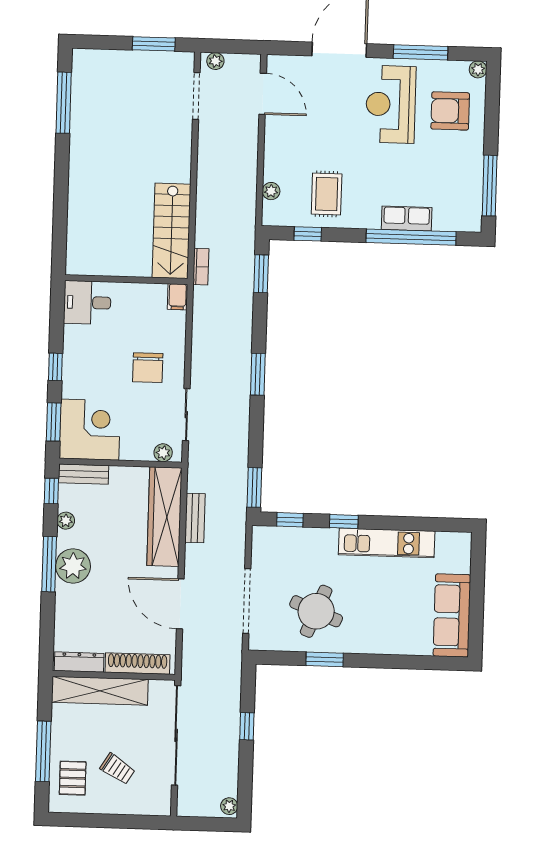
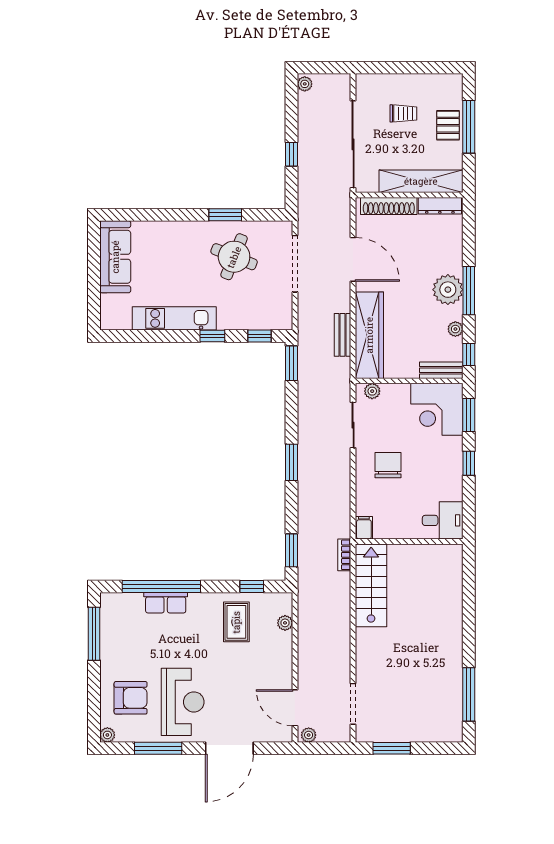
plant: (215, 61) -> (309, 735), moved
trolley: (117, 769) -> (403, 113), turned 148
pallet: (73, 778) -> (448, 125), moved

